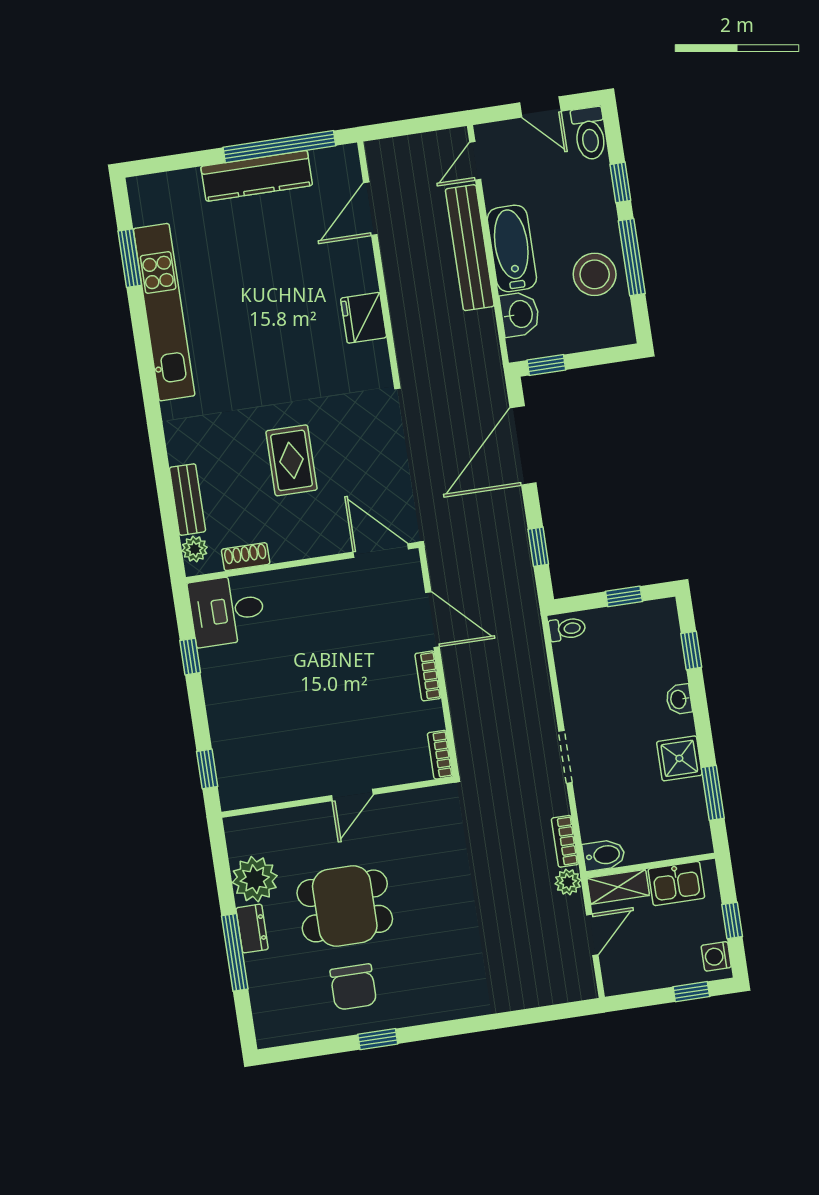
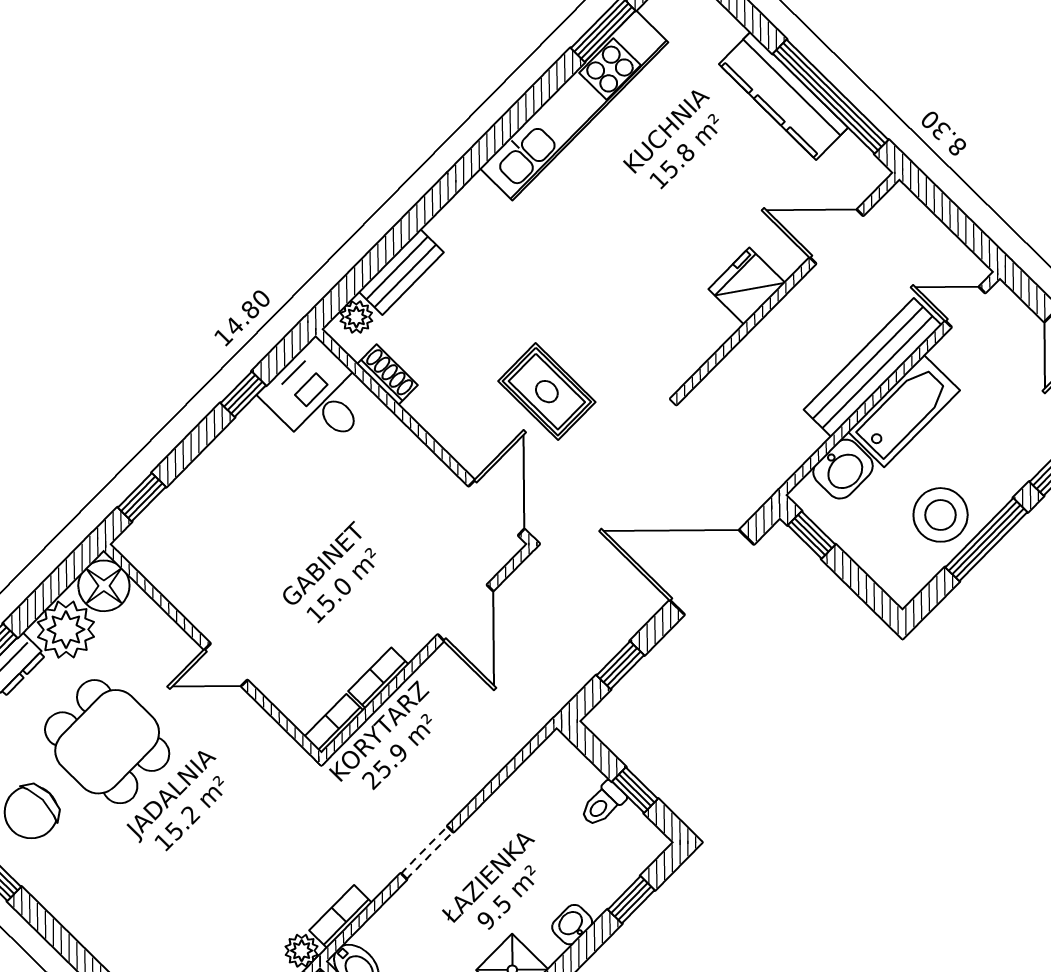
fridge: (364, 318) -> (747, 286), moved
rug: (291, 460) -> (547, 392), moved, turned 90
toilet: (567, 629) -> (603, 804), moved, turned 90
bookcase: (428, 676) -> (379, 678), moved
floor lamp: (245, 835) -> (104, 586), added

